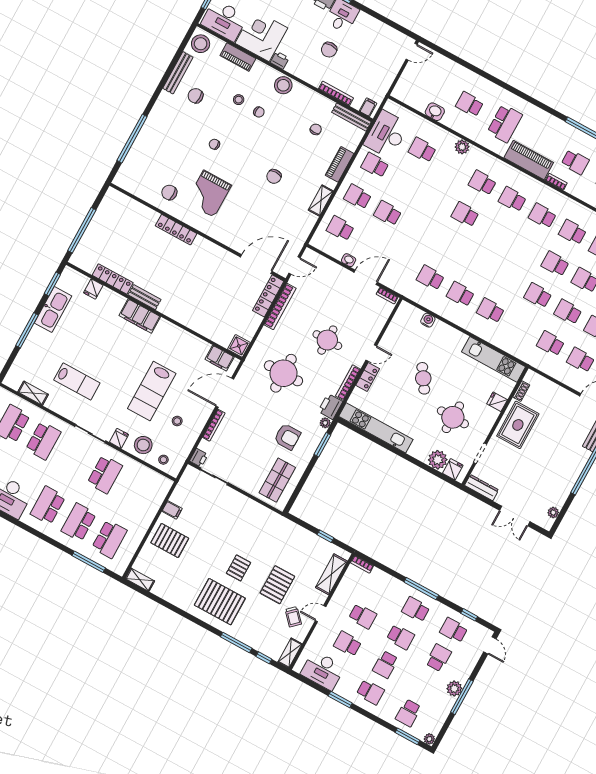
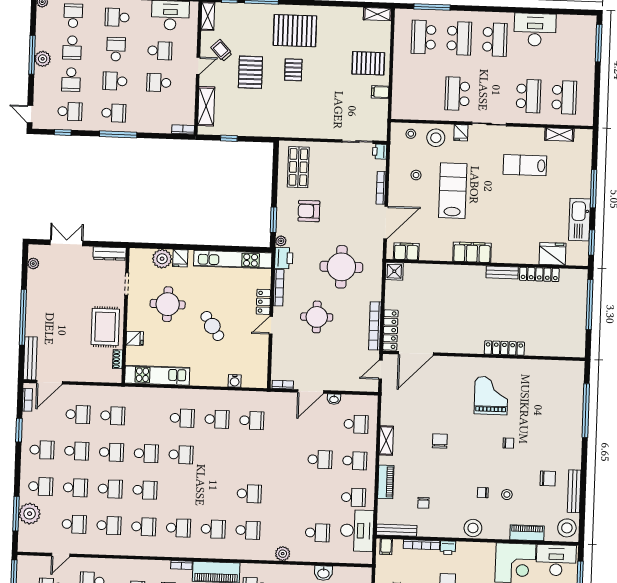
printer: (280, 60) -> (448, 548), moved
chair: (169, 192) -> (527, 379), removed
school desk: (508, 279) -> (181, 455), added
fridge: (93, 289) -> (552, 254), width x1.88, depth x1.34
filing cabinet: (140, 316) -> (472, 252), moved
school desk: (43, 441) -> (529, 96), turned 180
fridge: (453, 469) -> (180, 258), moved
school desk: (423, 685) -> (72, 48), added

